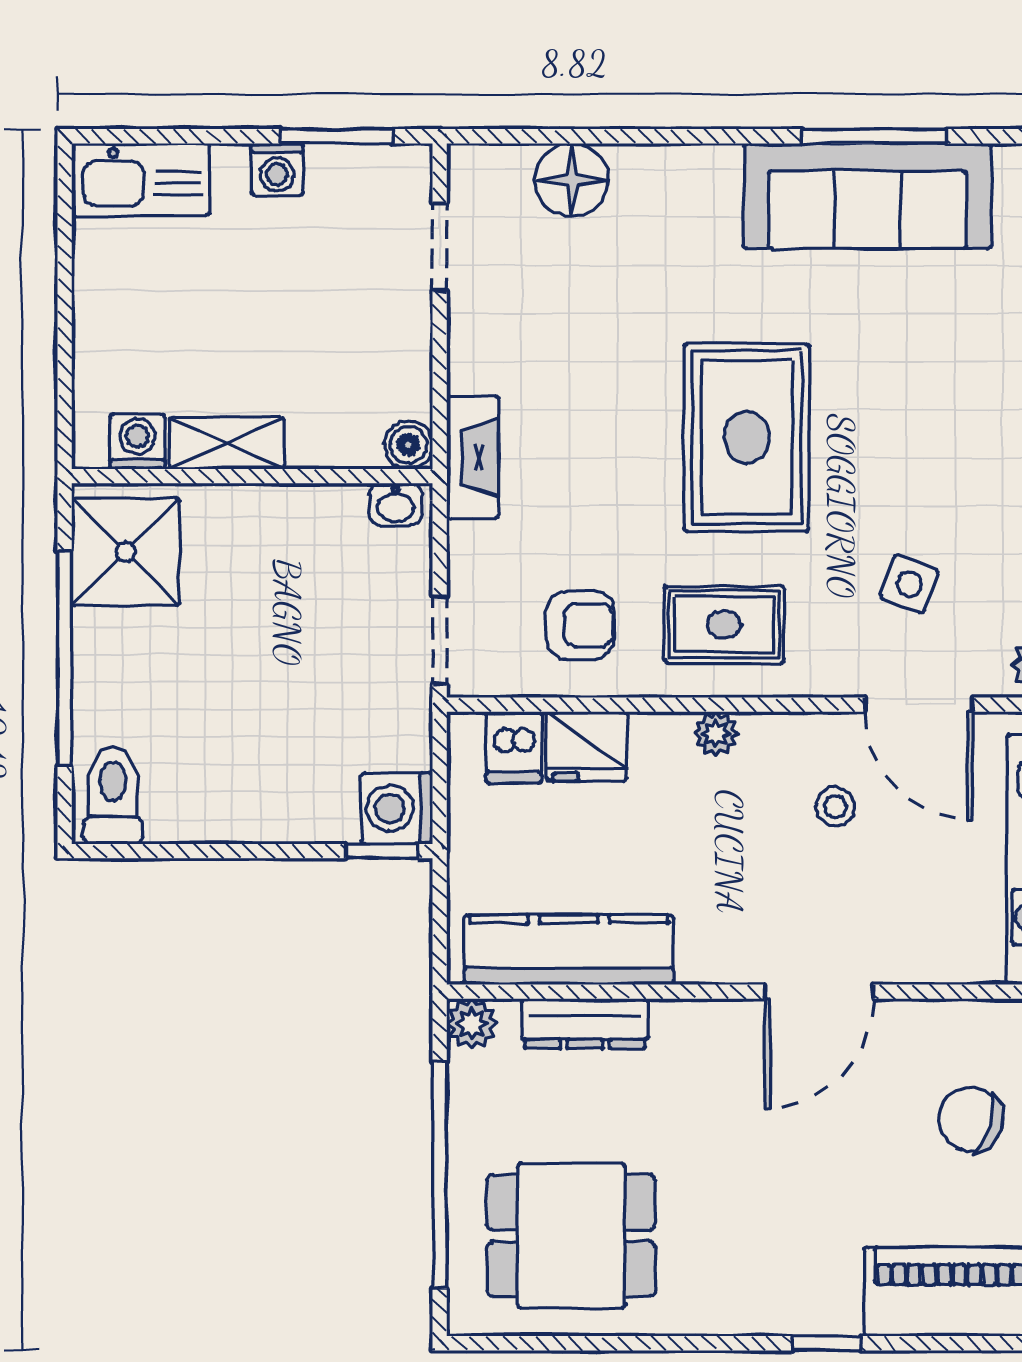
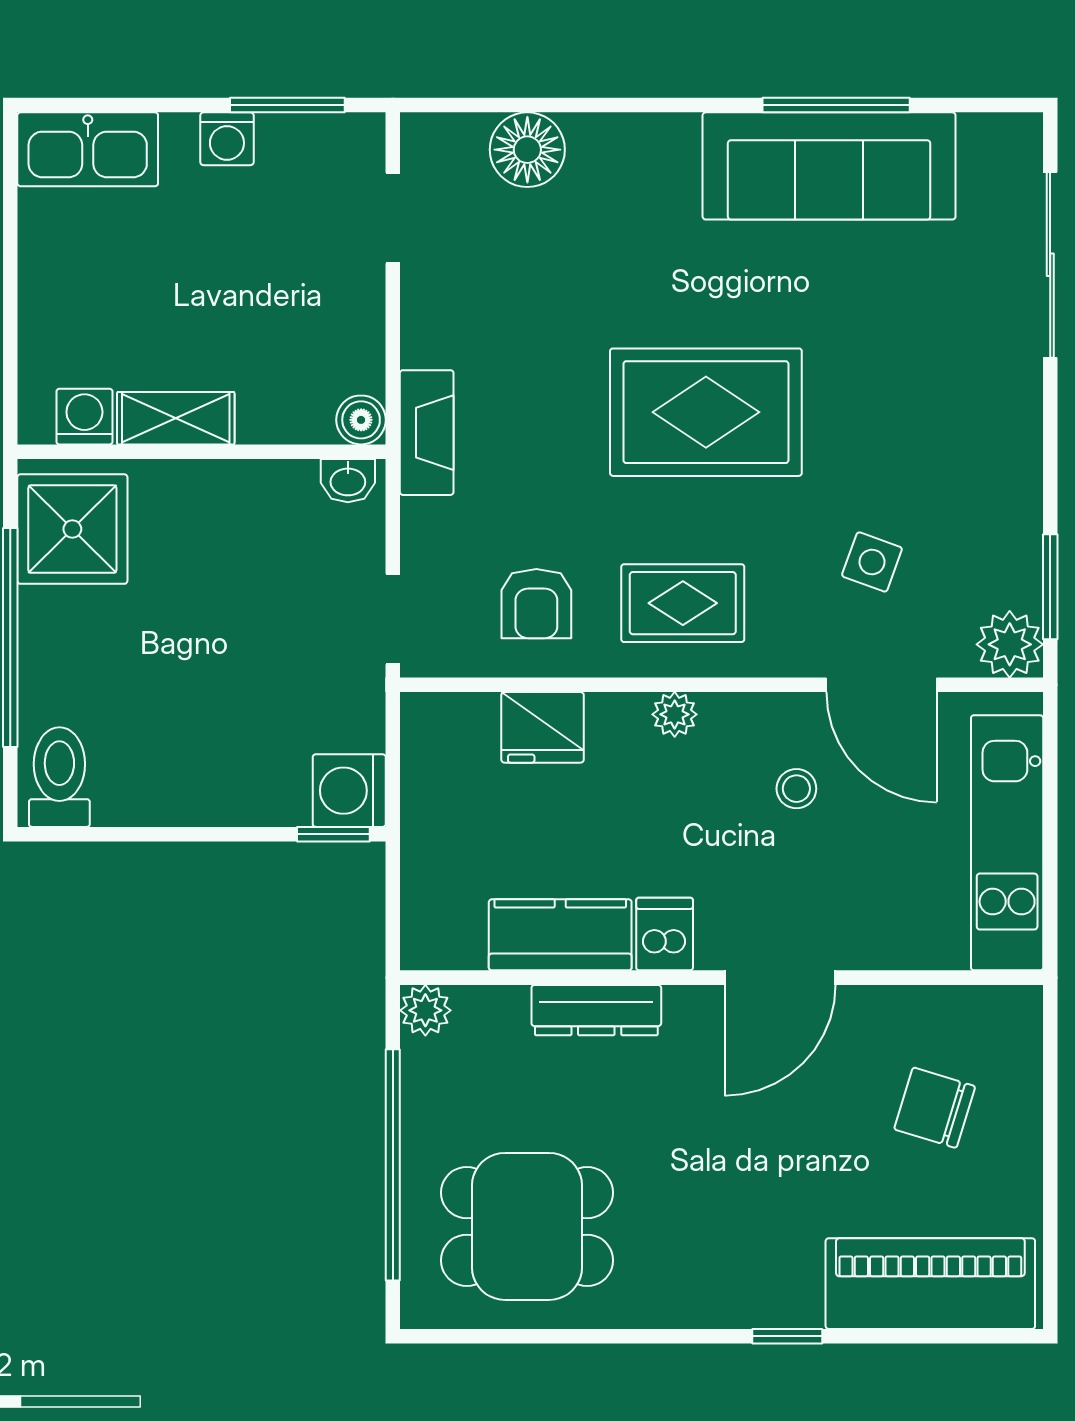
rug: (747, 437) -> (706, 412), turned 90
armchair: (580, 625) -> (536, 604), turned 90
dishwasher: (514, 747) -> (665, 934), moved, turned 180
kitchen counter: (569, 950) -> (560, 935), width x0.67
dresser: (585, 1024) -> (596, 1010), moved

